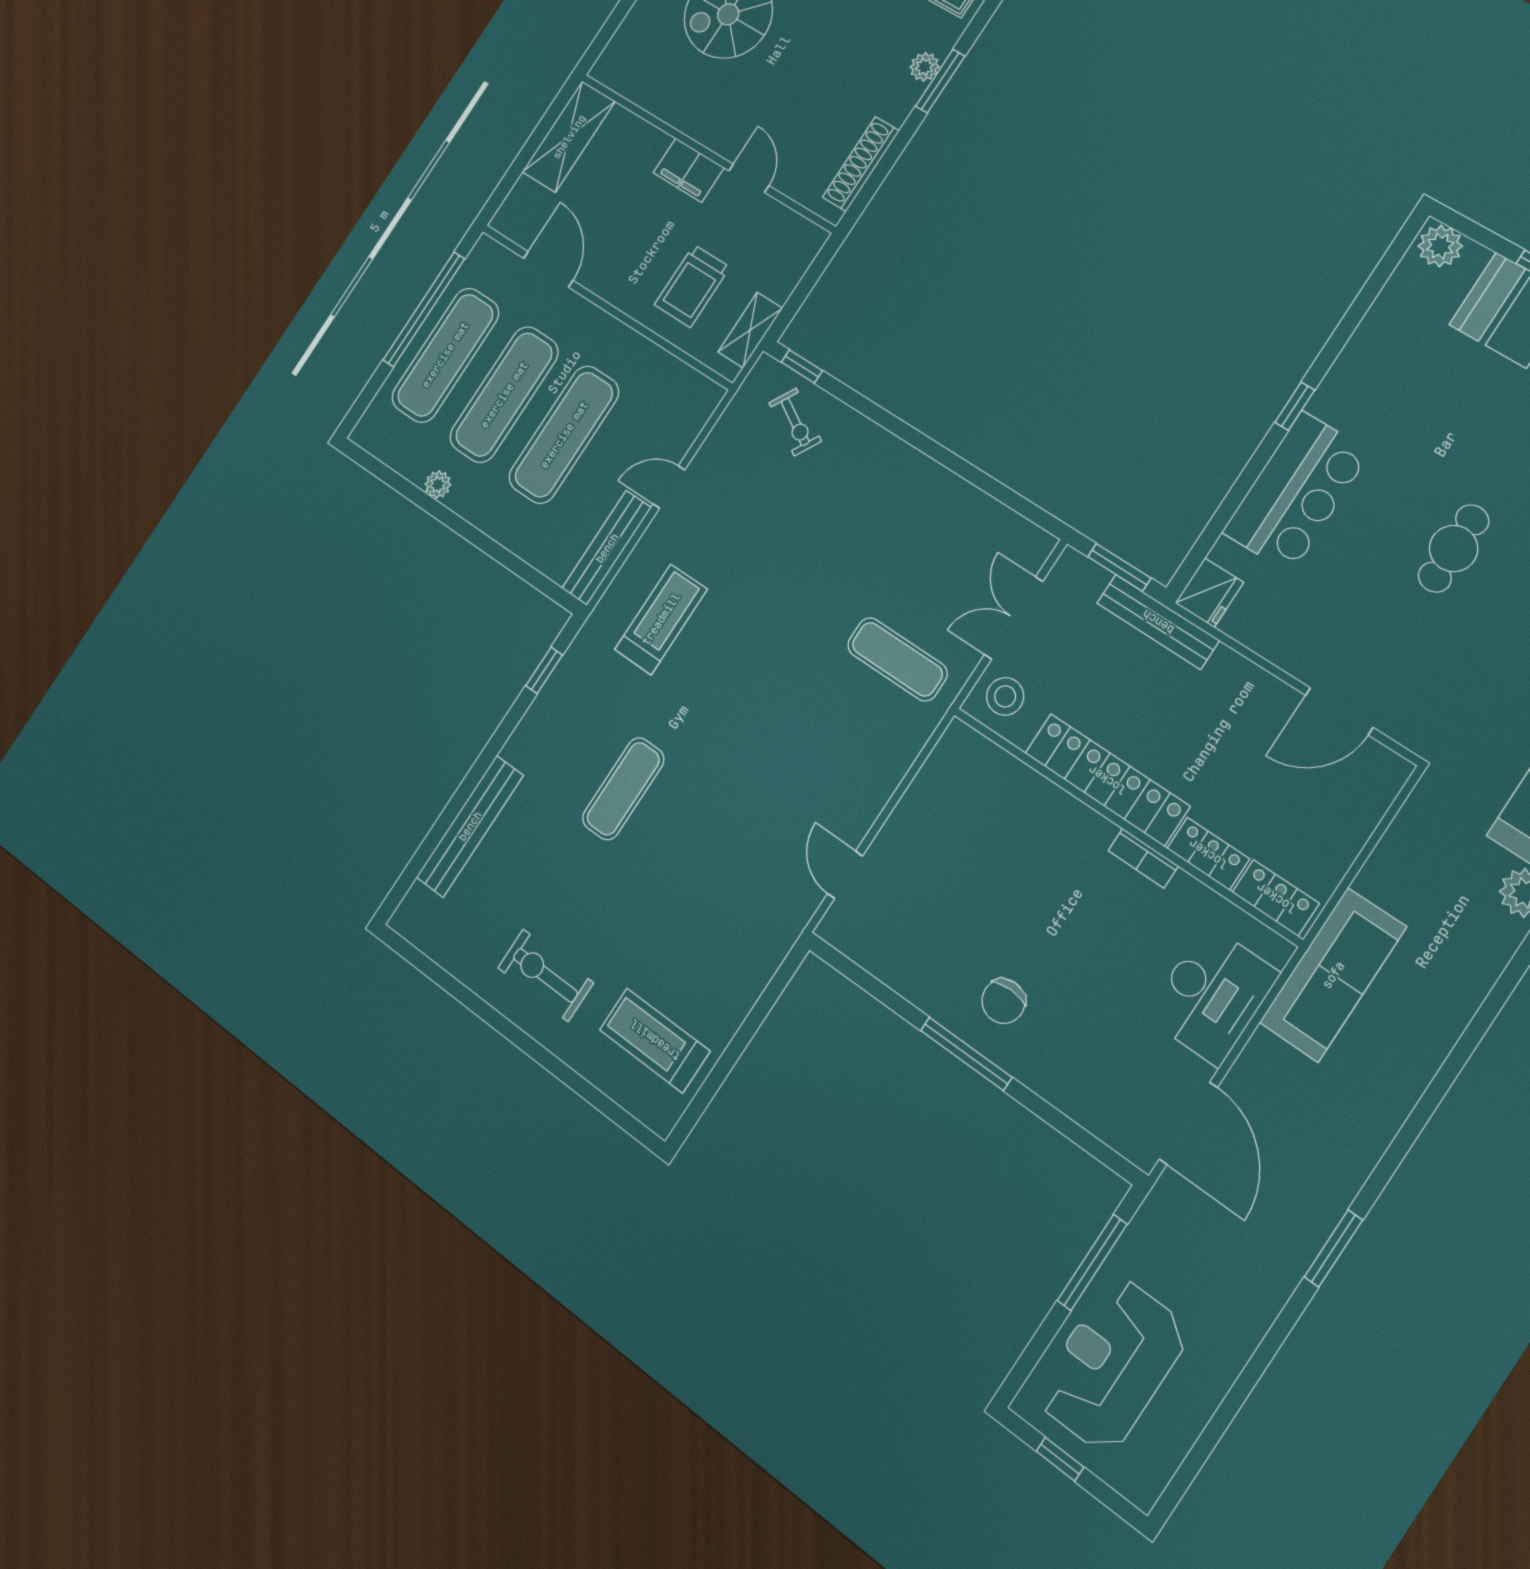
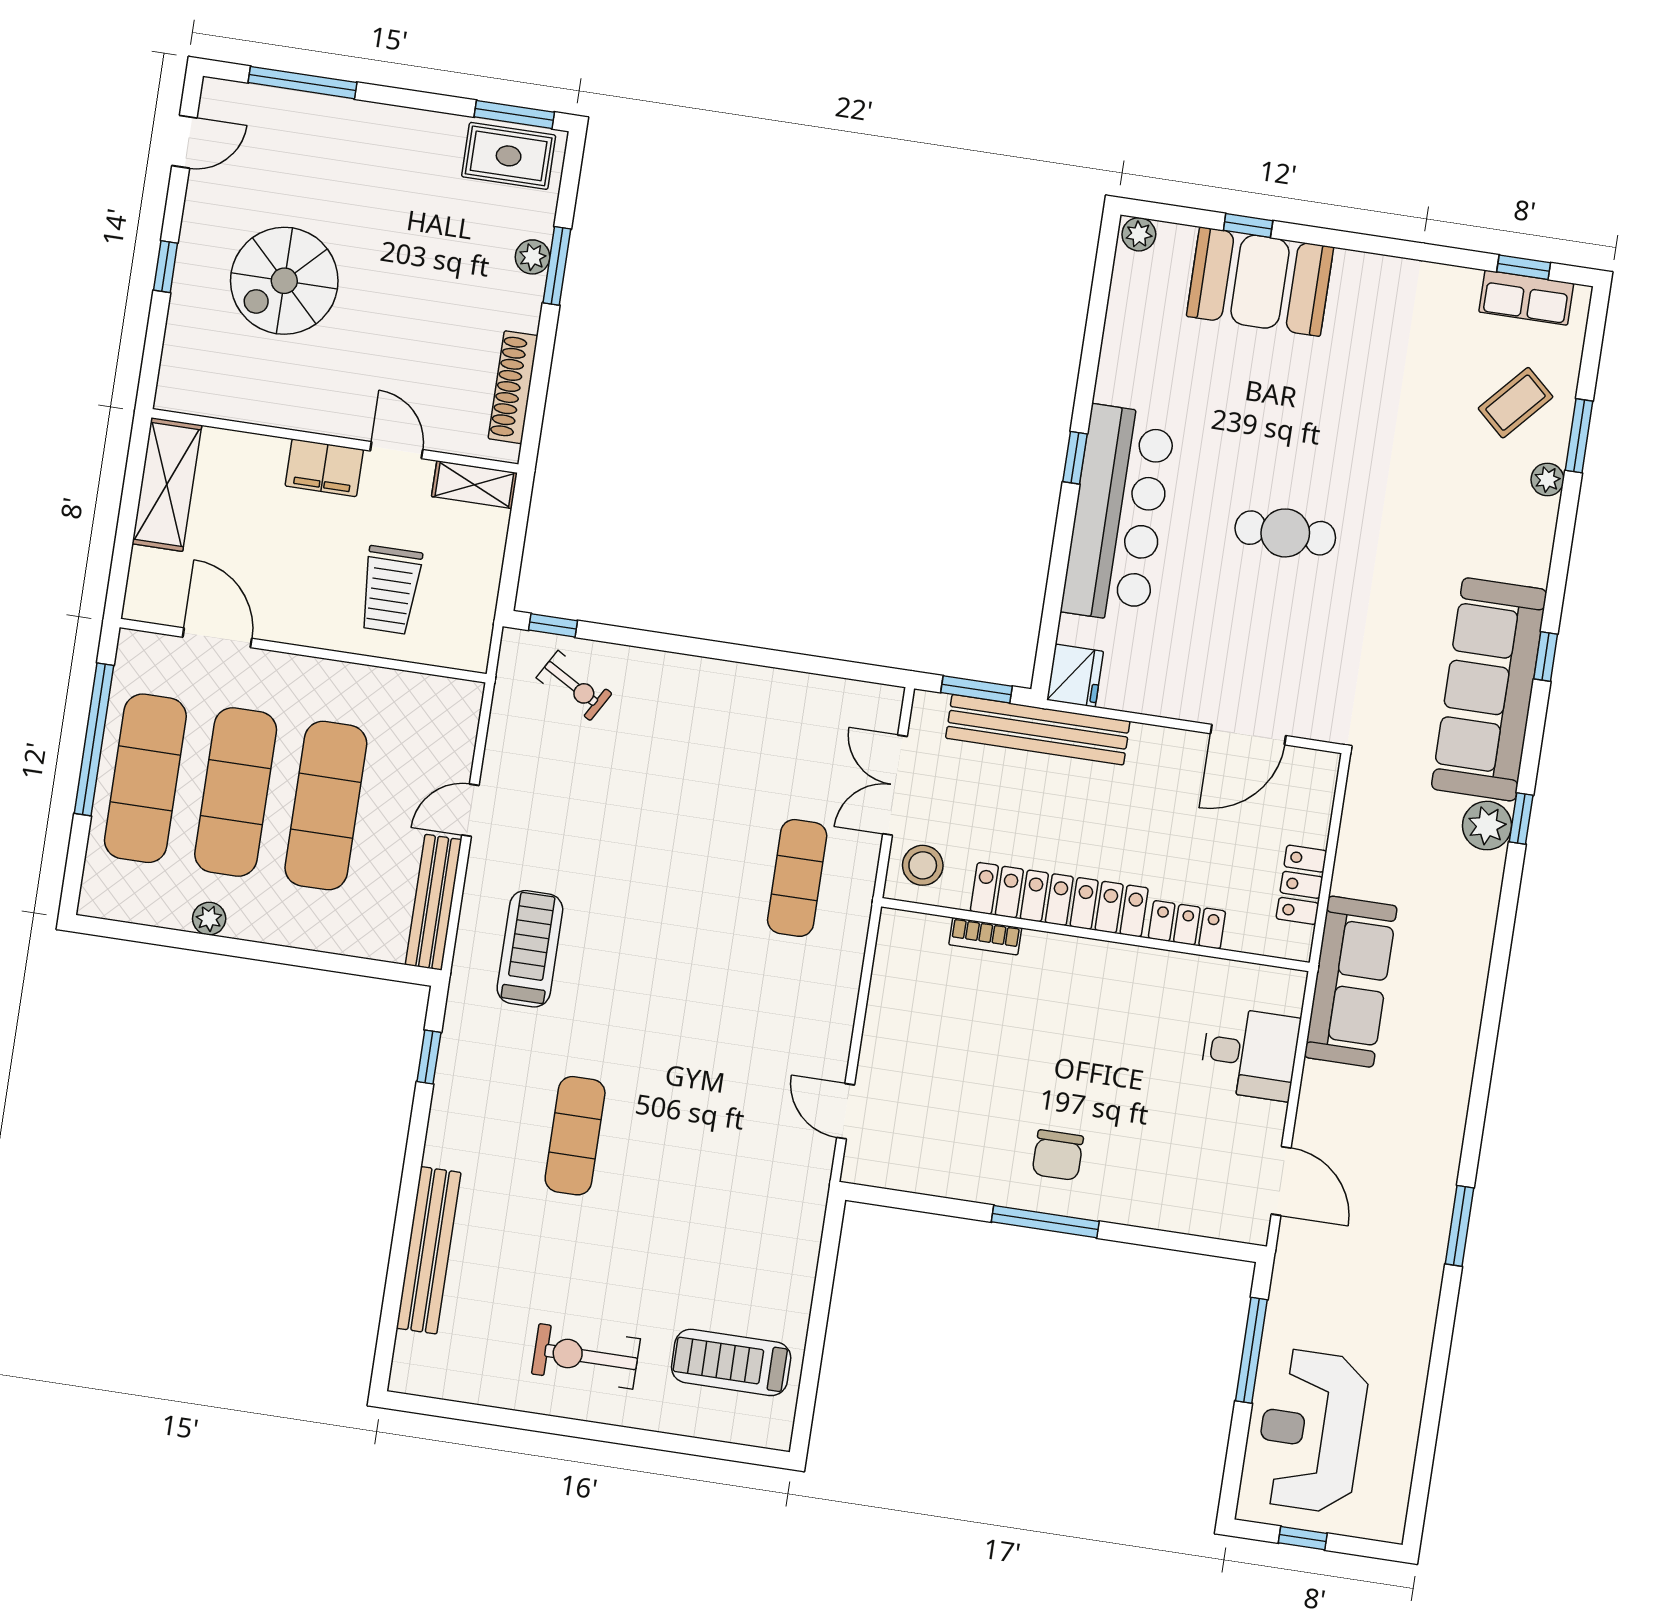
plant: (1440, 246) -> (1139, 234), width x0.73, depth x0.73
shelving: (750, 330) -> (474, 485), moved, turned 90
bar counter: (1296, 492) -> (1118, 514), width x1.36
cafe table: (1454, 548) -> (1285, 533), turned 90
bench: (1158, 622) -> (1038, 730), width x1.37, depth x1.21
exercise mat: (897, 659) -> (797, 878), turned 90
bookcase: (1143, 858) -> (985, 936), moved
locker: (1276, 898) -> (1301, 885), moved, turned -90
desk: (1212, 995) -> (1250, 1054), width x0.73
door: (1188, 1123) -> (1281, 1181), width x0.73

